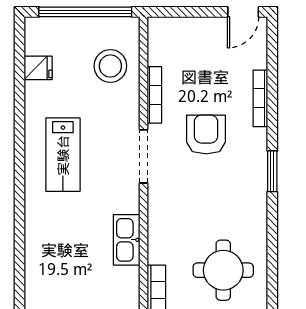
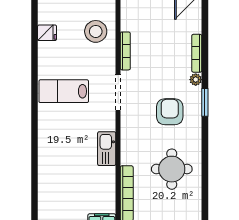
armchair: (206, 134) -> (170, 112), moved
plant: (259, 137) -> (196, 80), added
lab bench: (63, 155) -> (64, 91), turned 90

